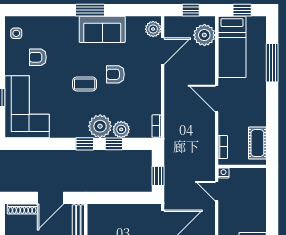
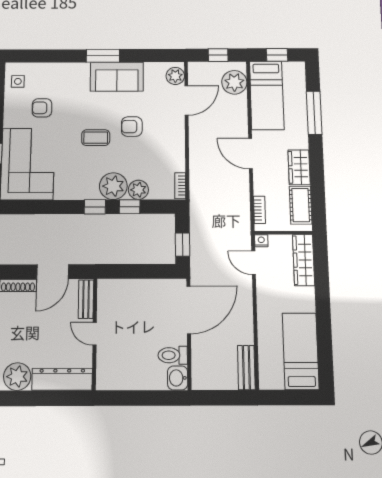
wardrobe: (257, 111) -> (299, 167), added
wardrobe: (258, 189) -> (304, 260), added

